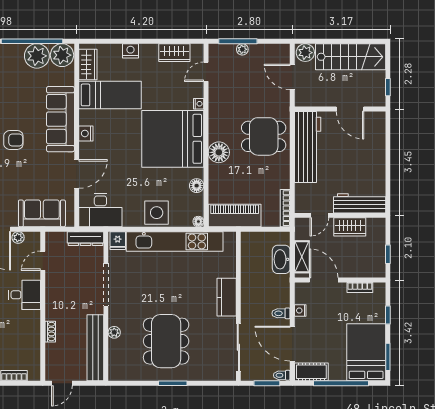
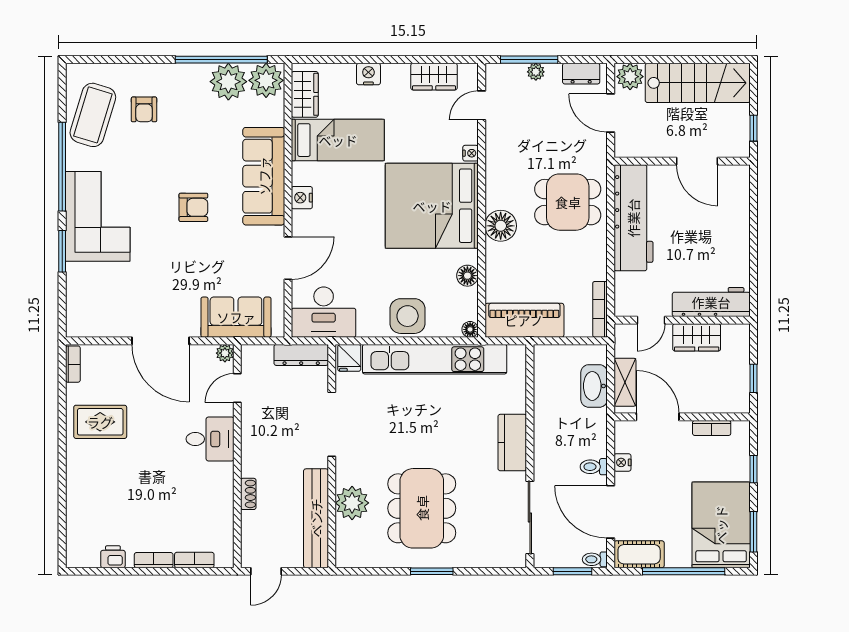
dresser: (273, 51) -> (581, 74), added
plant: (18, 237) -> (225, 353), moved
plant: (114, 332) -> (352, 503), width x1.88, depth x1.88

